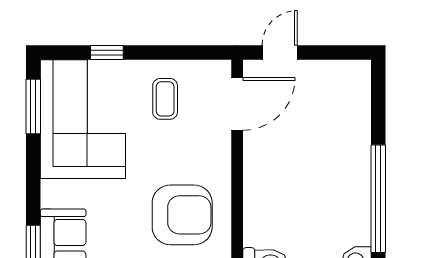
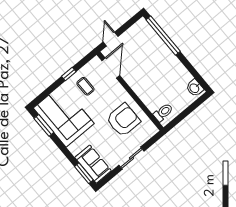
window: (107, 52) -> (69, 74), moved
window: (378, 199) -> (163, 36), moved

